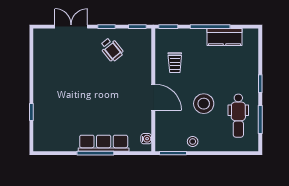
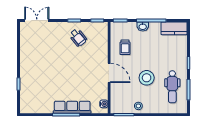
double door: (71, 27) -> (37, 21), moved
washbasin: (198, 35) -> (143, 26), added
kitchen counter: (225, 37) -> (174, 28), moved

